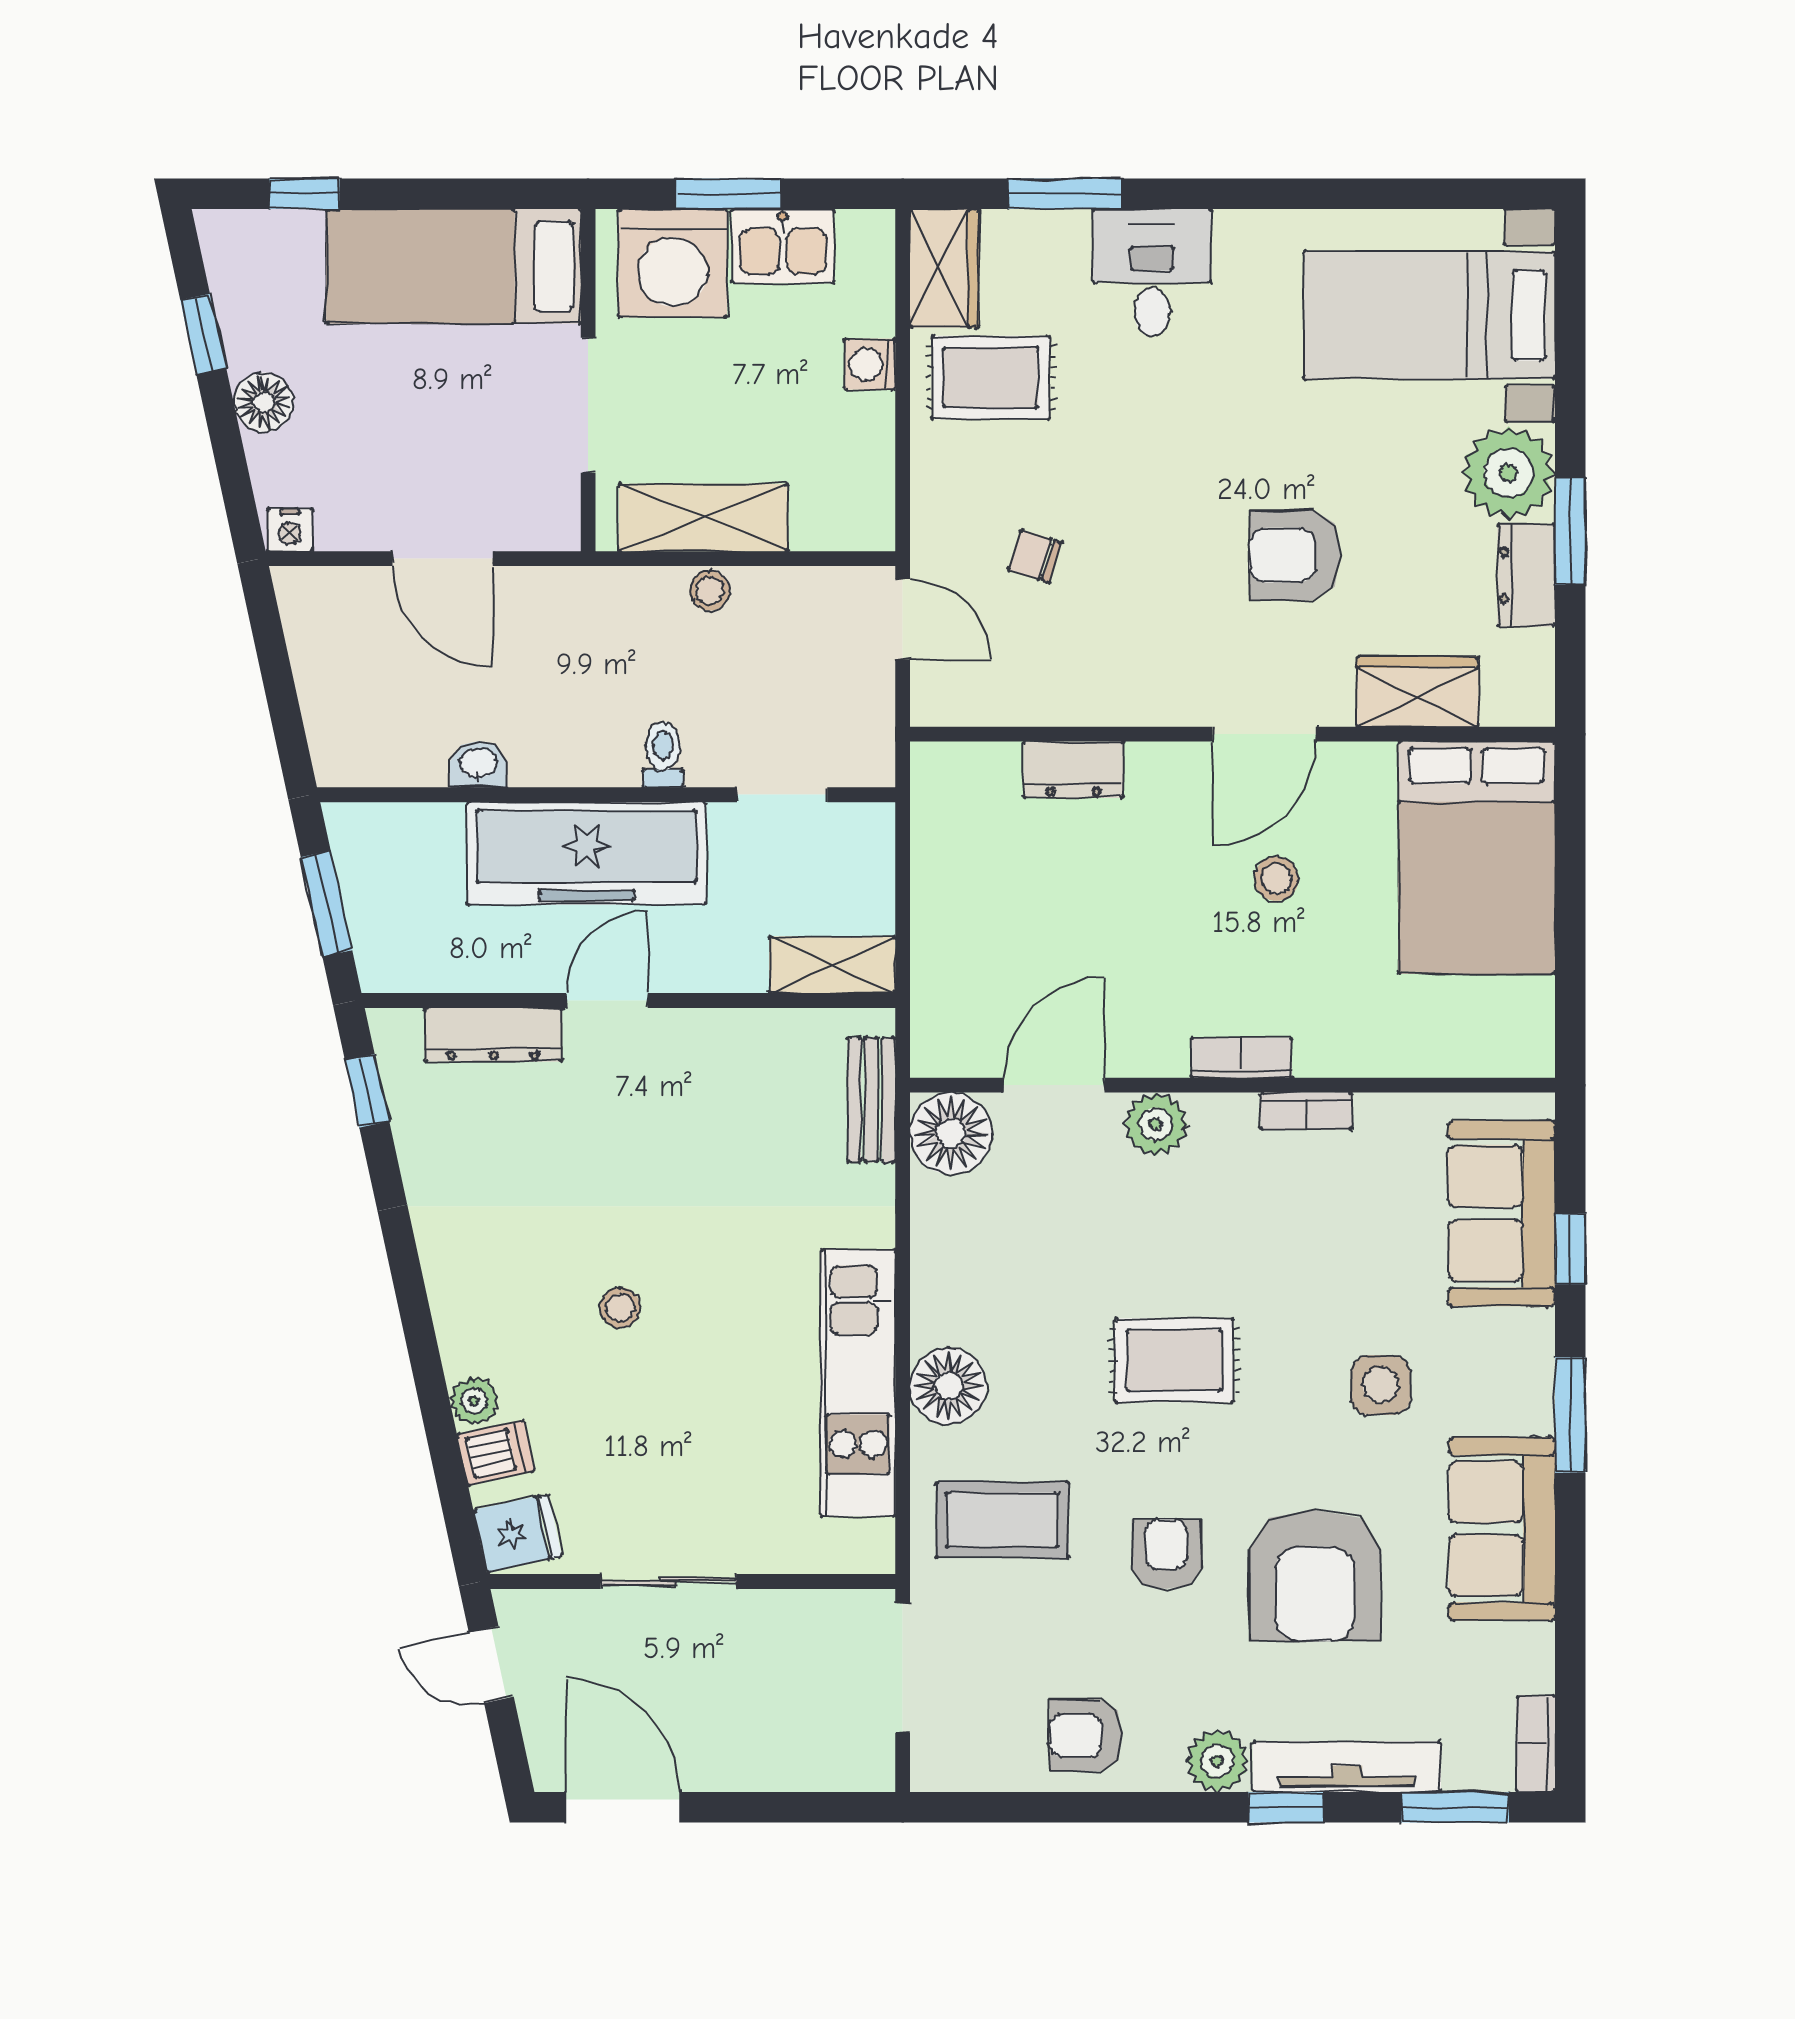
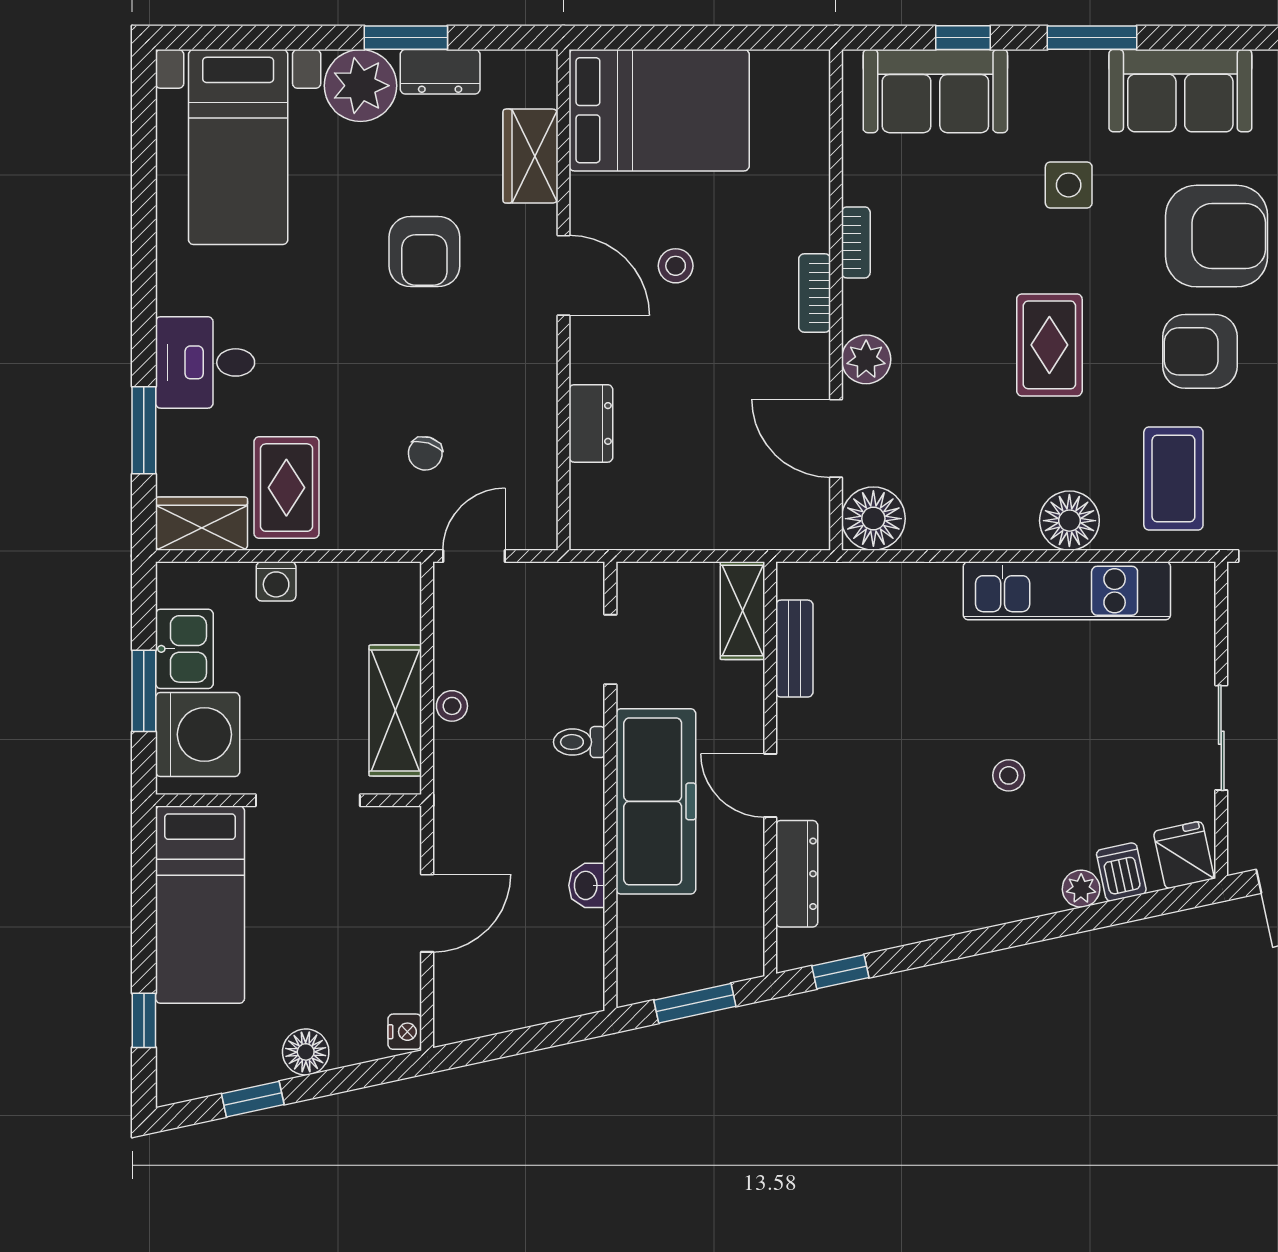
bench: (872, 1100) -> (794, 649), moved, turned 90
armchair: (1166, 1554) -> (1200, 351), width x1.38, depth x1.38

